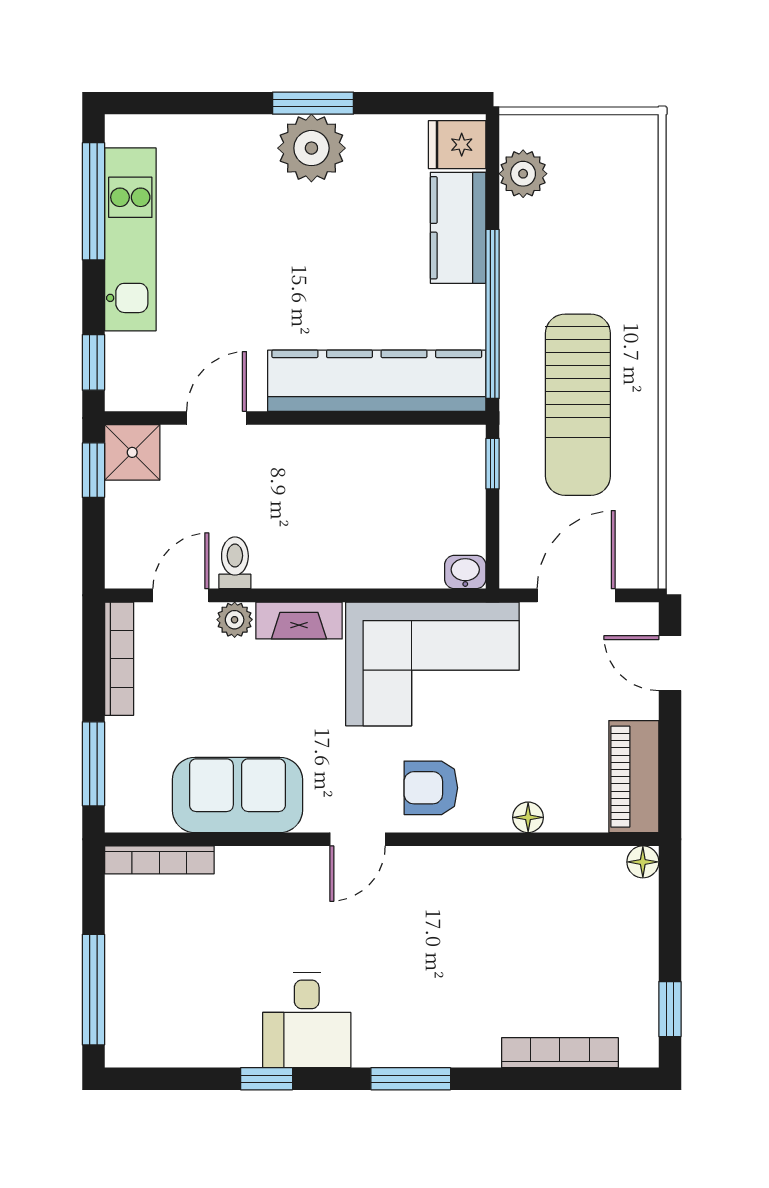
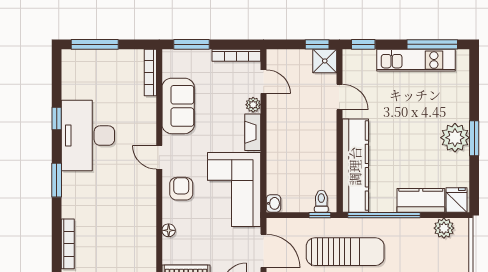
sun lounger: (578, 405) -> (345, 252), turned 180
toilet: (235, 563) -> (321, 201), moved, turned -90
desk: (307, 1020) -> (88, 136), width x1.87, depth x1.30

